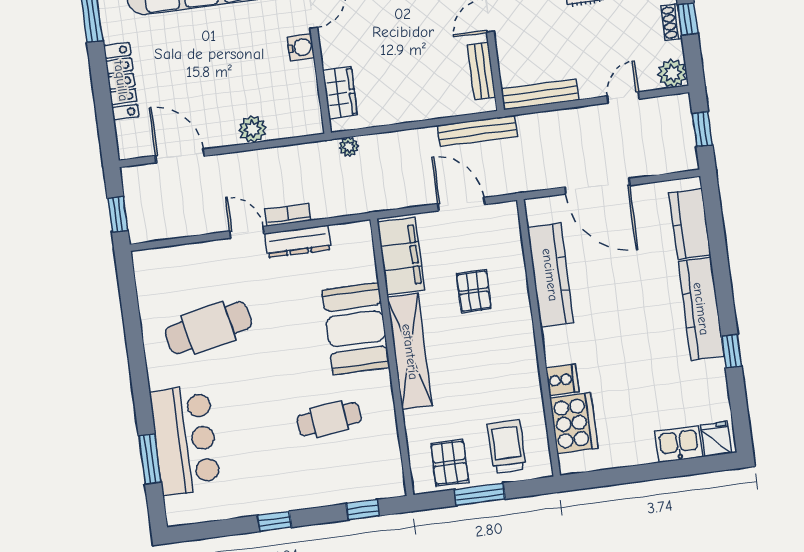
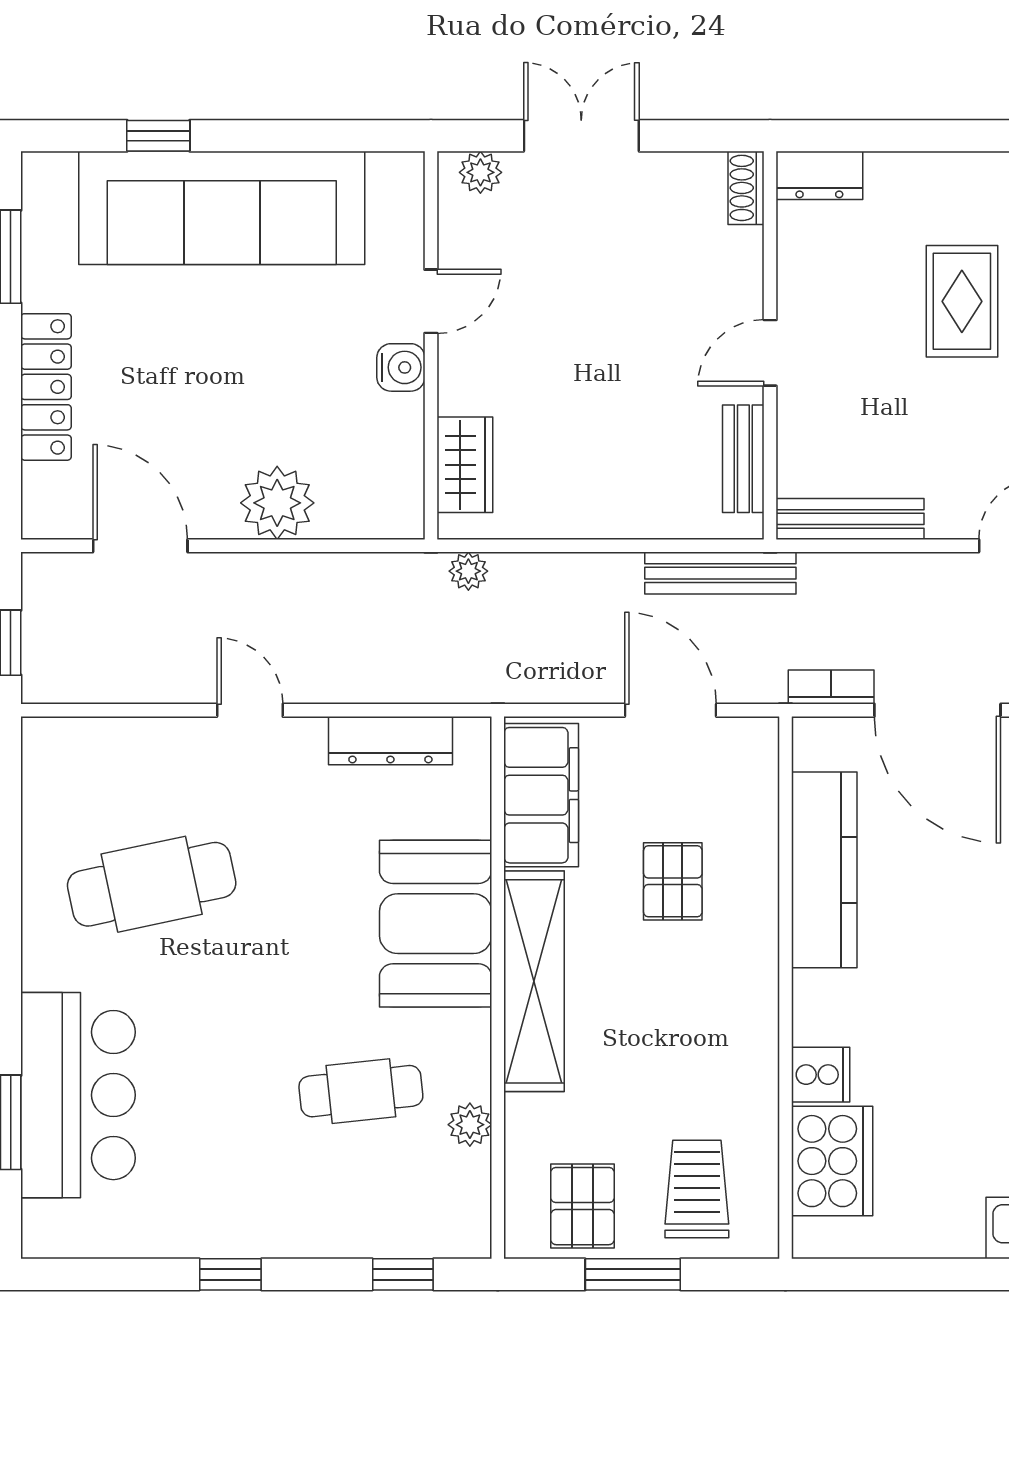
plant: (252, 129) -> (277, 503), width x1.36, depth x1.36
bookcase: (288, 215) -> (831, 687), moved
dresser: (298, 241) -> (390, 741), moved
plant: (387, 429) -> (470, 1125), added

